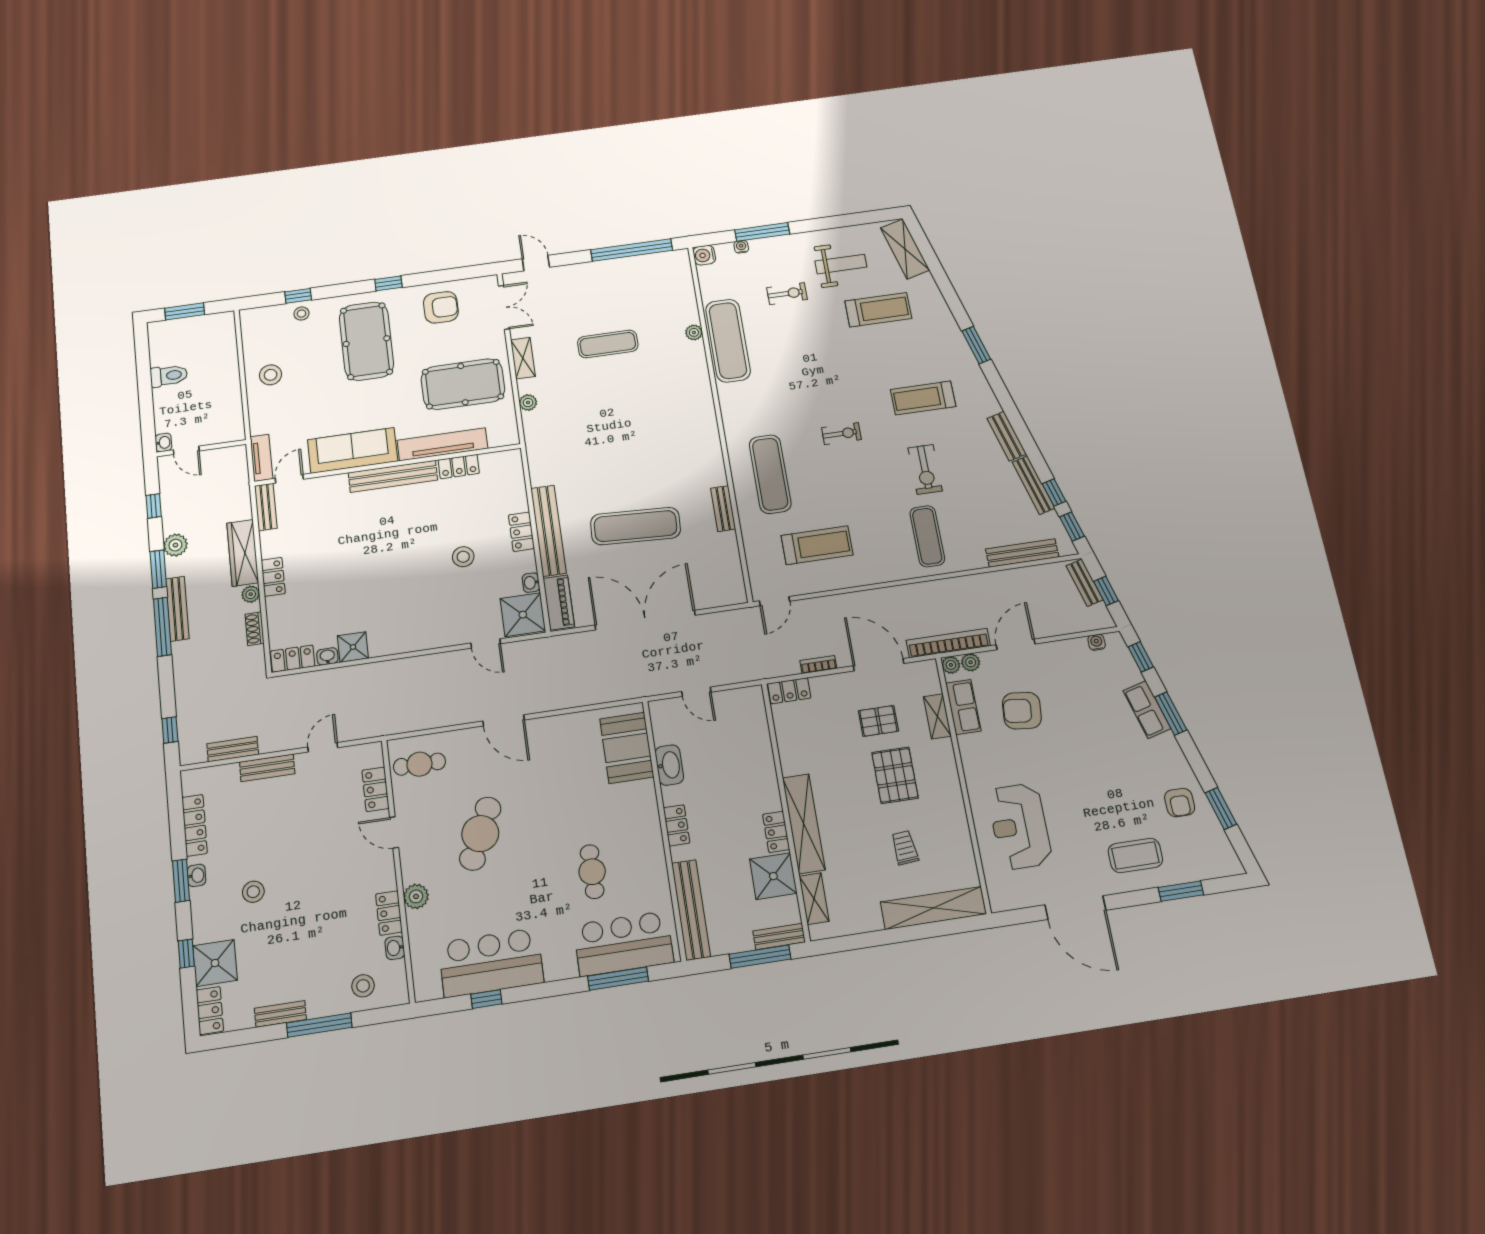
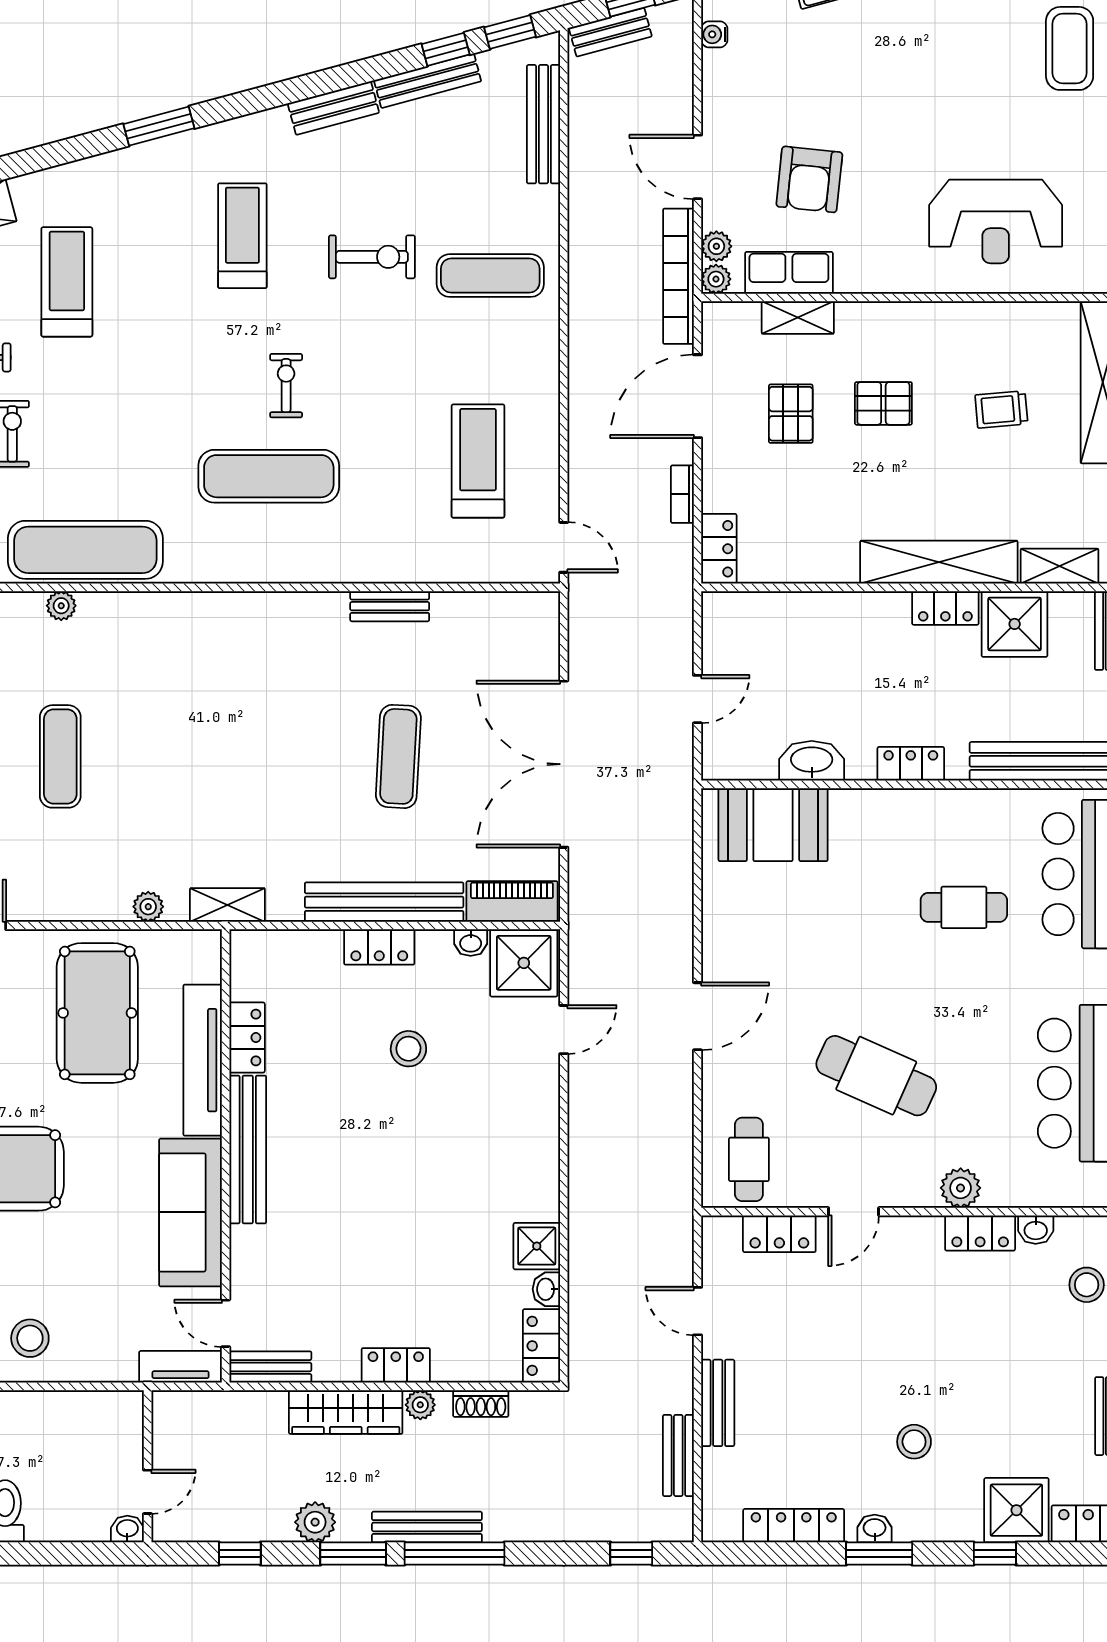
shelving: (523, 358) -> (227, 905), moved
treadmill: (923, 398) -> (242, 236), turned 180
exercise mat: (770, 474) -> (269, 476), moved
exercise mat: (636, 526) -> (398, 756), width x0.73, depth x0.69
pallet: (895, 775) -> (883, 403), width x0.67, depth x0.71

